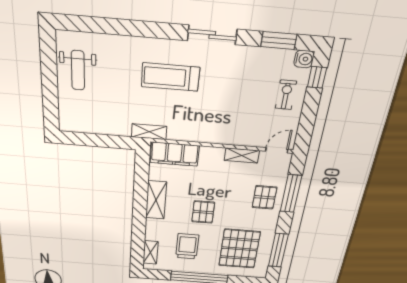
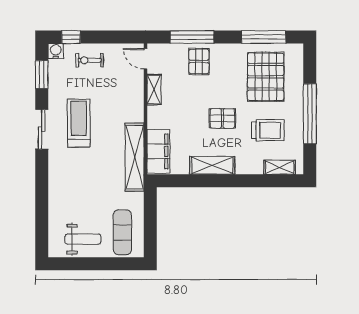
treadmill: (170, 77) -> (79, 123), moved, turned 180
exercise mat: (86, 112) -> (122, 232), added
shelving: (149, 132) -> (135, 157), width x2.20, depth x1.33
pallet: (264, 197) -> (199, 61), turned 90
trolley: (187, 246) -> (268, 130), turned 180
pallet: (239, 249) -> (266, 77), turned 90

